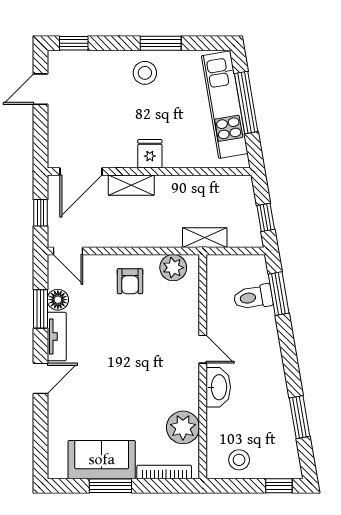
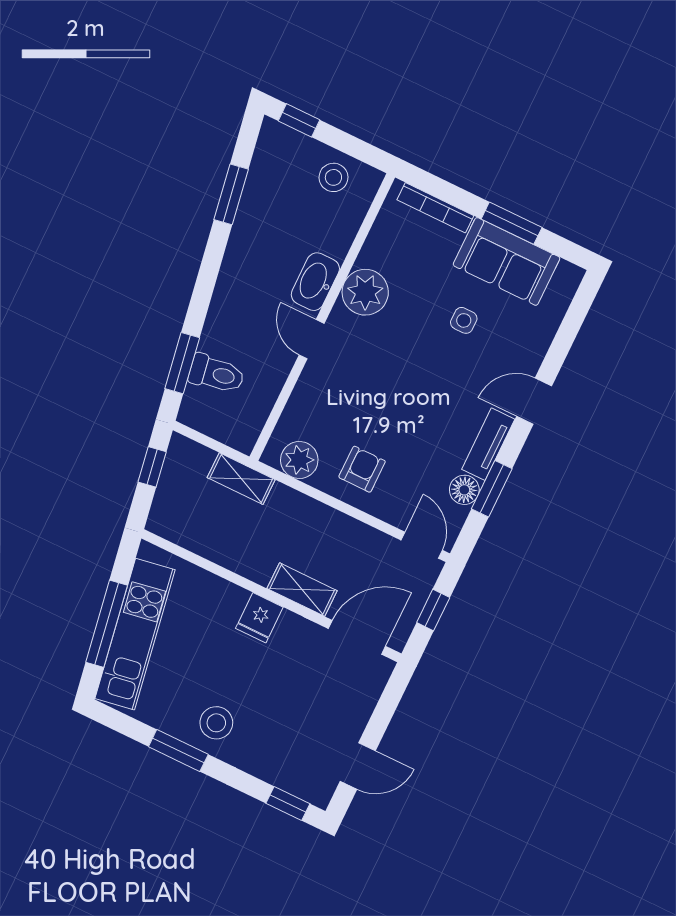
side table: (111, 408) -> (464, 320), added
plant: (183, 427) -> (365, 292), moved

